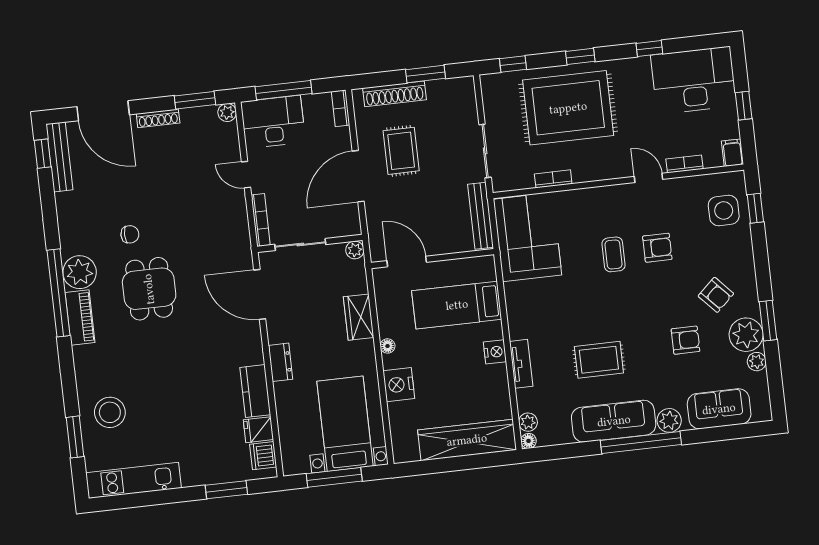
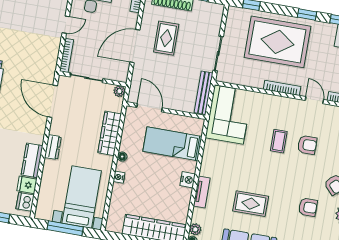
window: (580, 56) -> (307, 14), moved
door: (246, 175) -> (66, 25), swing flipped
bookcase: (553, 179) -> (282, 88), moved, width x1.56
wardrobe: (359, 317) -> (110, 133), width x1.50
nightstand: (399, 385) -> (119, 177), width x0.53, depth x0.56

